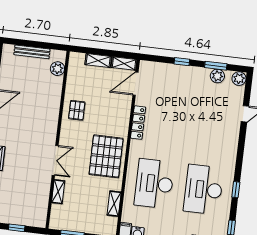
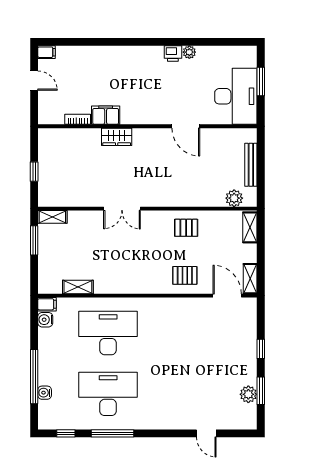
shelving: (98, 61) -> (250, 227), moved
plant: (239, 79) -> (248, 421), removed
locker: (138, 123) -> (180, 304), removed
pallet: (106, 156) -> (185, 275), moved, width x0.49, depth x0.50
window: (236, 190) -> (112, 433), width x2.17
shelving: (58, 192) -> (52, 217), moved

